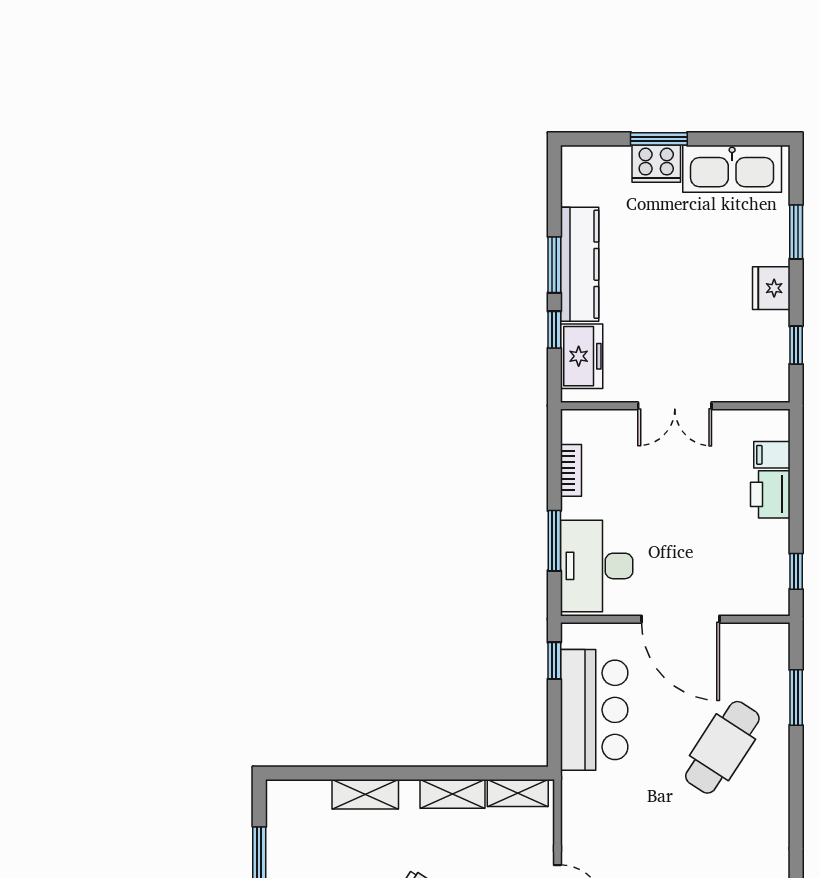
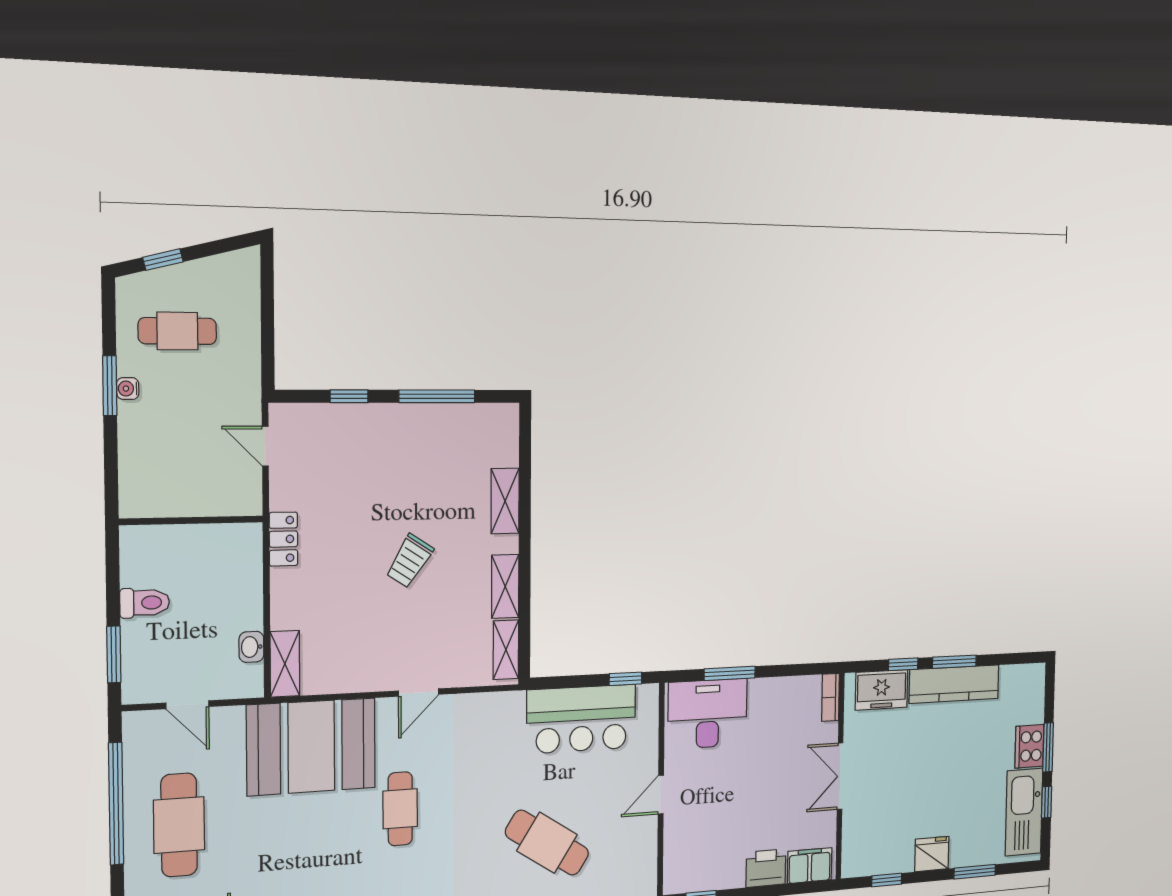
window: (723, 139) -> (1047, 802), added
filing cabinet: (772, 455) -> (810, 866), width x2.00
bookcase: (571, 470) -> (830, 697), moved, turned 90
door: (680, 619) -> (661, 795), width x0.53

